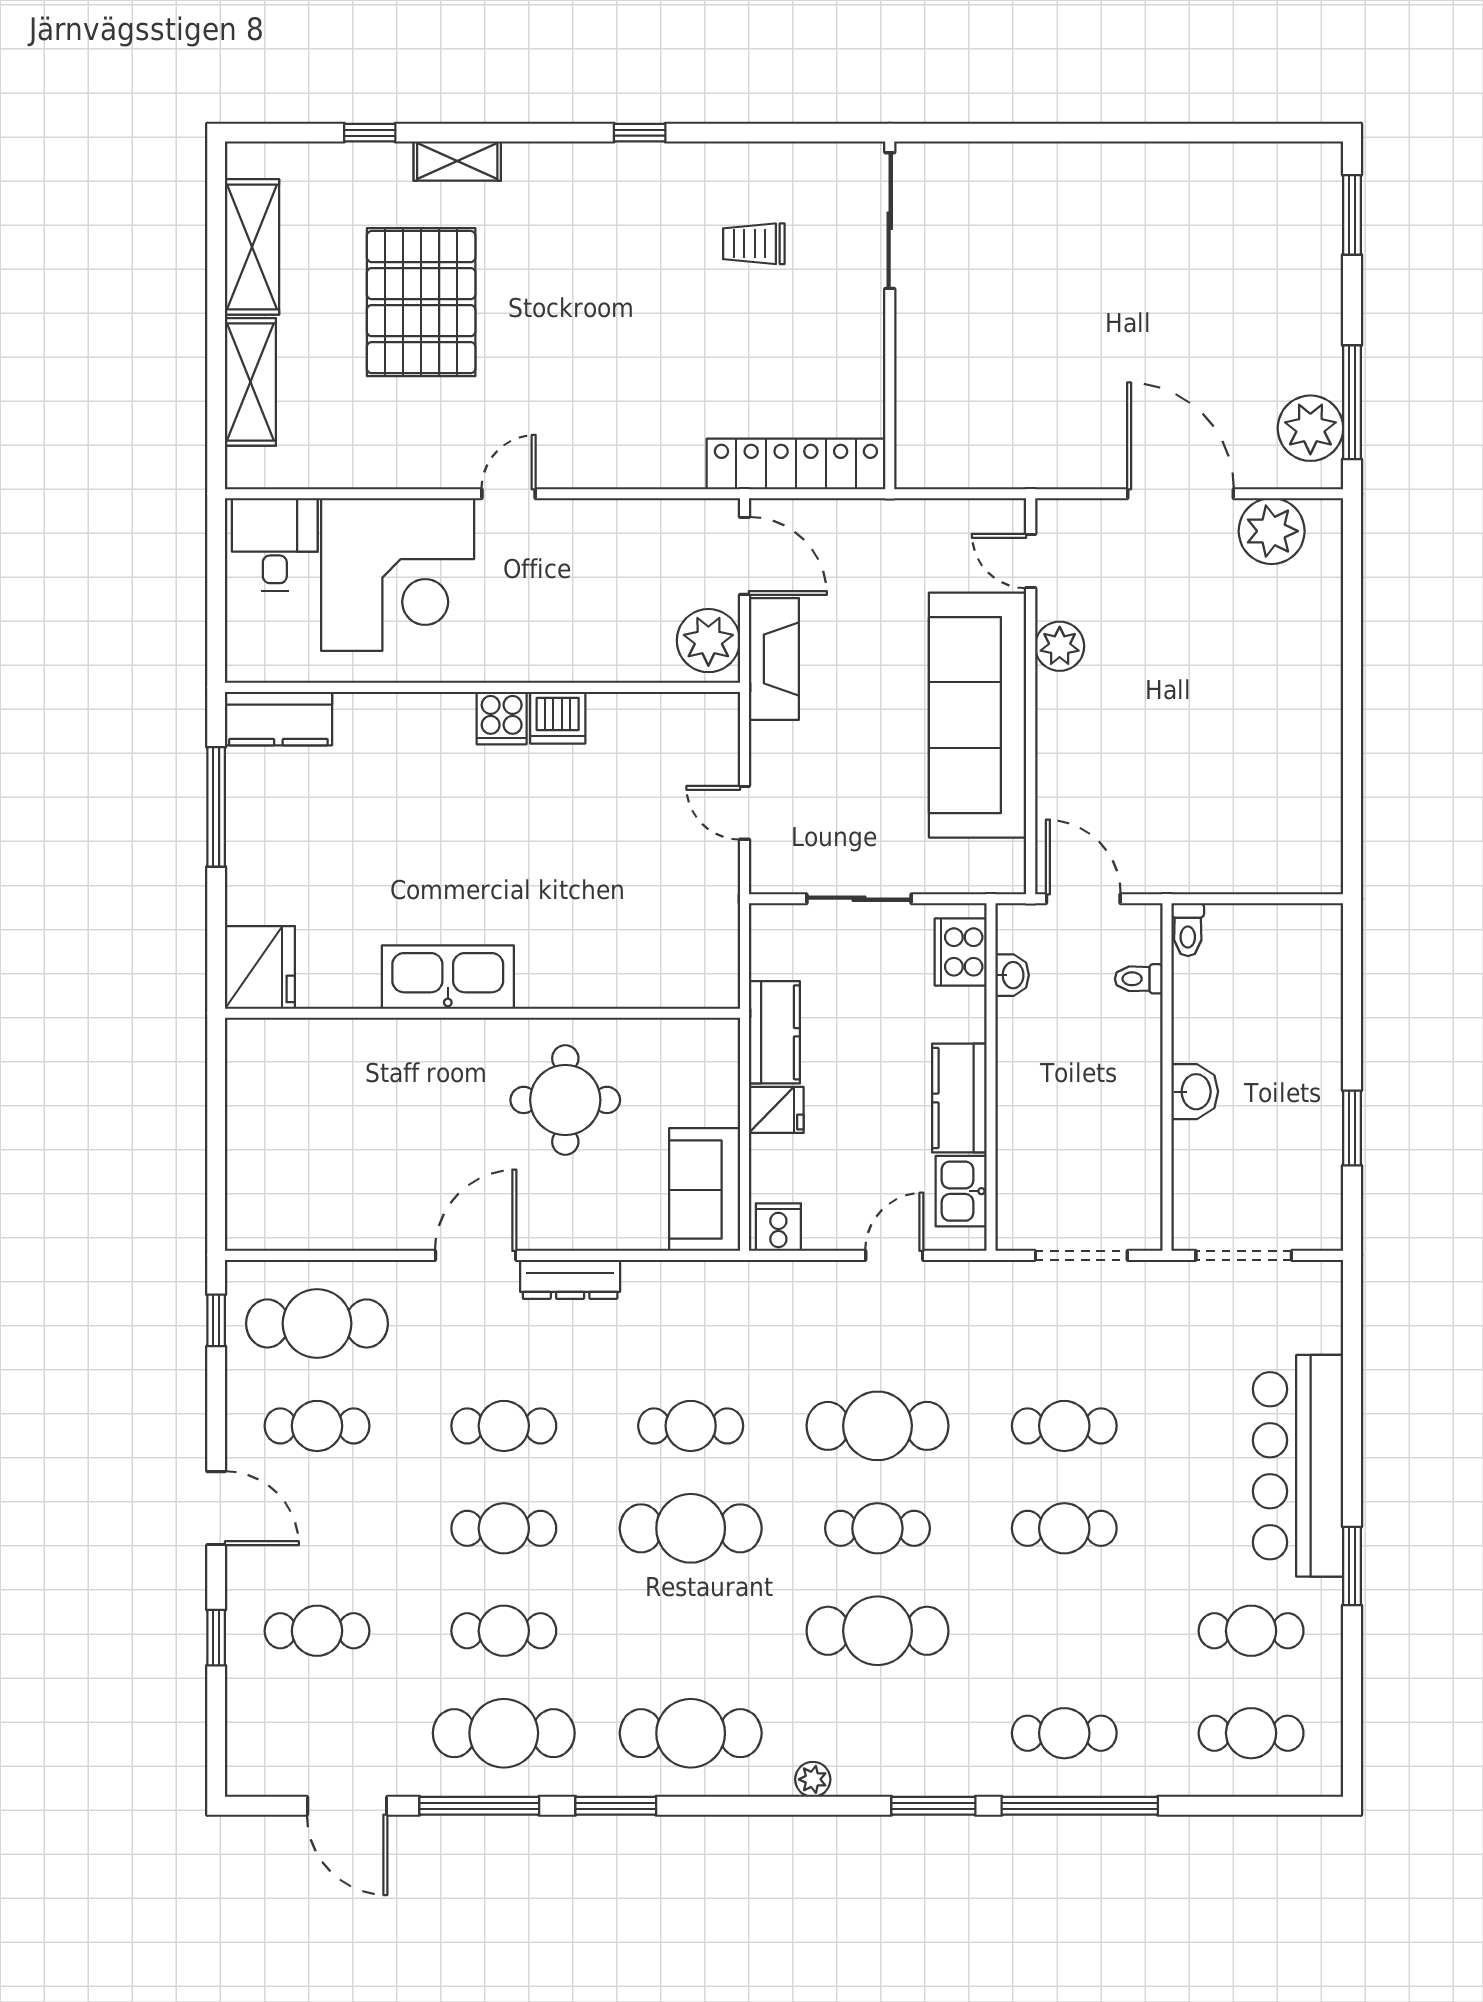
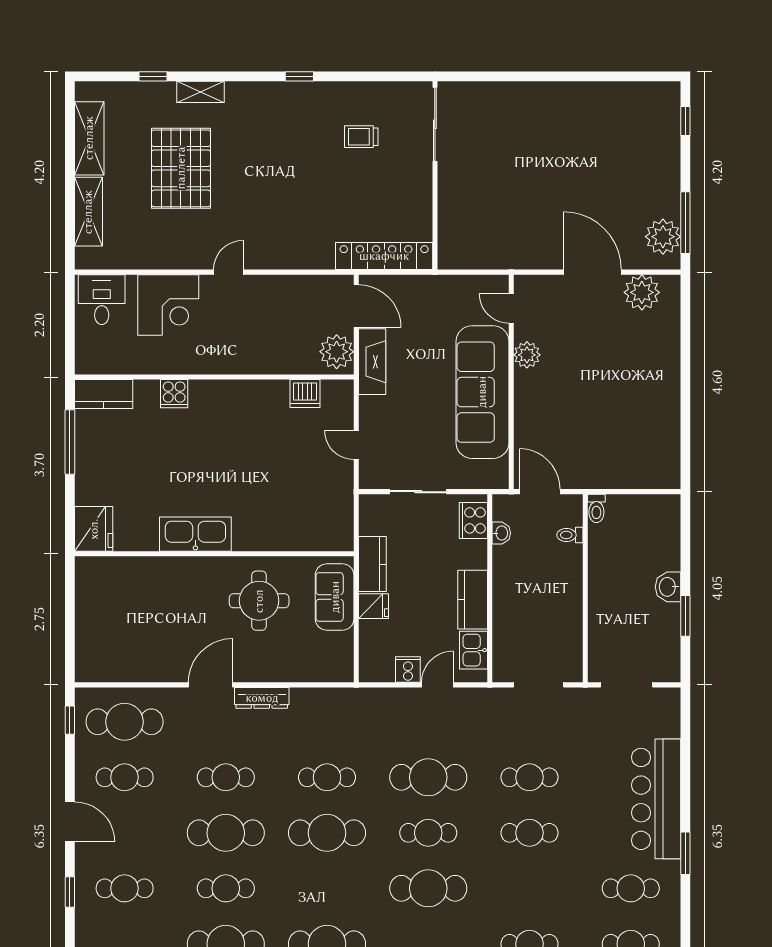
window: (1352, 215) -> (685, 121), width x0.67
corner desk: (398, 574) -> (168, 305), width x0.74, depth x0.74
cooker: (502, 718) -> (174, 394), moved
dishwasher: (558, 718) -> (305, 393), moved
washbasin: (1195, 1092) -> (668, 587), moved, turned 180
sofa: (705, 1190) -> (335, 597), moved
cooker: (778, 1227) -> (408, 670), moved
cafe table: (504, 1528) -> (226, 833), width x1.37, depth x1.35

